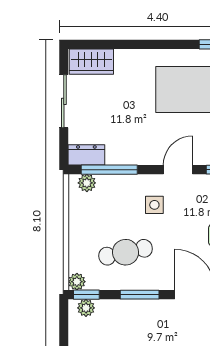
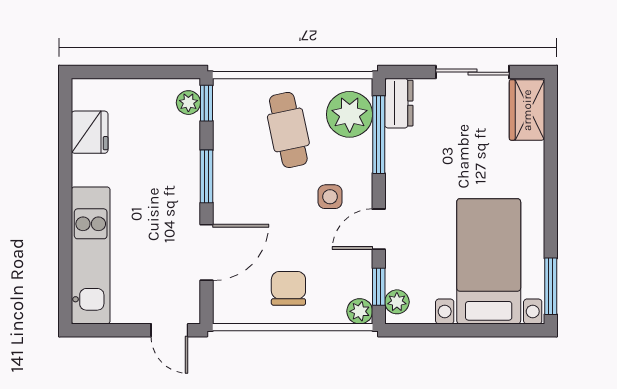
door: (178, 170) -> (379, 229), swing flipped
plant: (87, 183) -> (350, 114), width x1.87, depth x1.87
cafe table: (126, 252) -> (288, 130), moved
plant: (77, 282) -> (224, 90), removed

